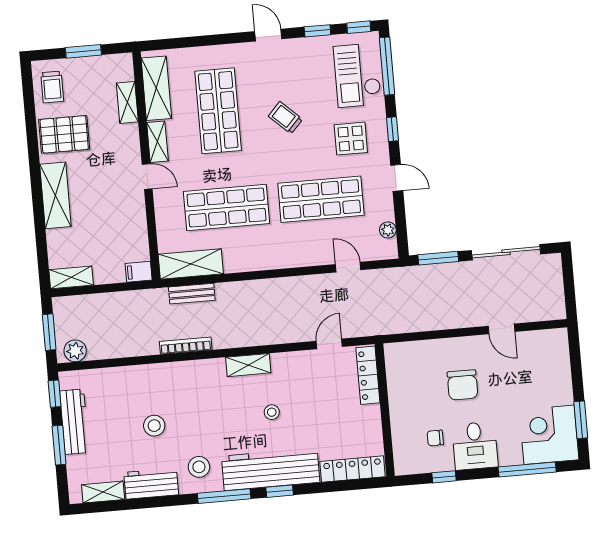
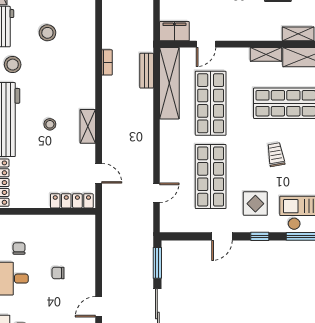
trolley: (285, 118) -> (276, 155), turned -53
door: (147, 177) -> (206, 44), moved
plant: (388, 230) -> (182, 226), removed
shelving: (191, 264) -> (169, 83), width x1.47
filing cabinet: (139, 272) -> (174, 31), width x2.00
bookcase: (186, 346) -> (107, 62), width x0.64
shelving: (248, 365) -> (88, 126), moved
chair: (462, 385) -> (58, 273), width x0.54, depth x0.54

